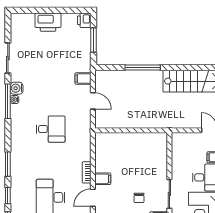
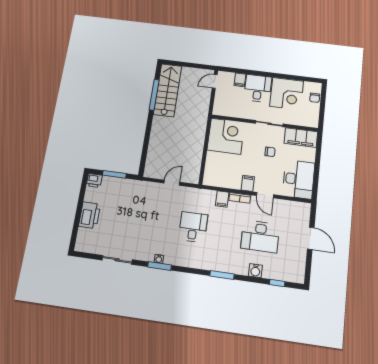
window: (143, 67) -> (154, 95), moved
filing cabinet: (83, 78) -> (222, 199), moved
water cooler: (17, 88) -> (255, 271), moved
window: (8, 101) -> (160, 266), width x0.69
corner desk: (150, 150) -> (226, 136), added
window: (8, 196) -> (254, 280), removed

